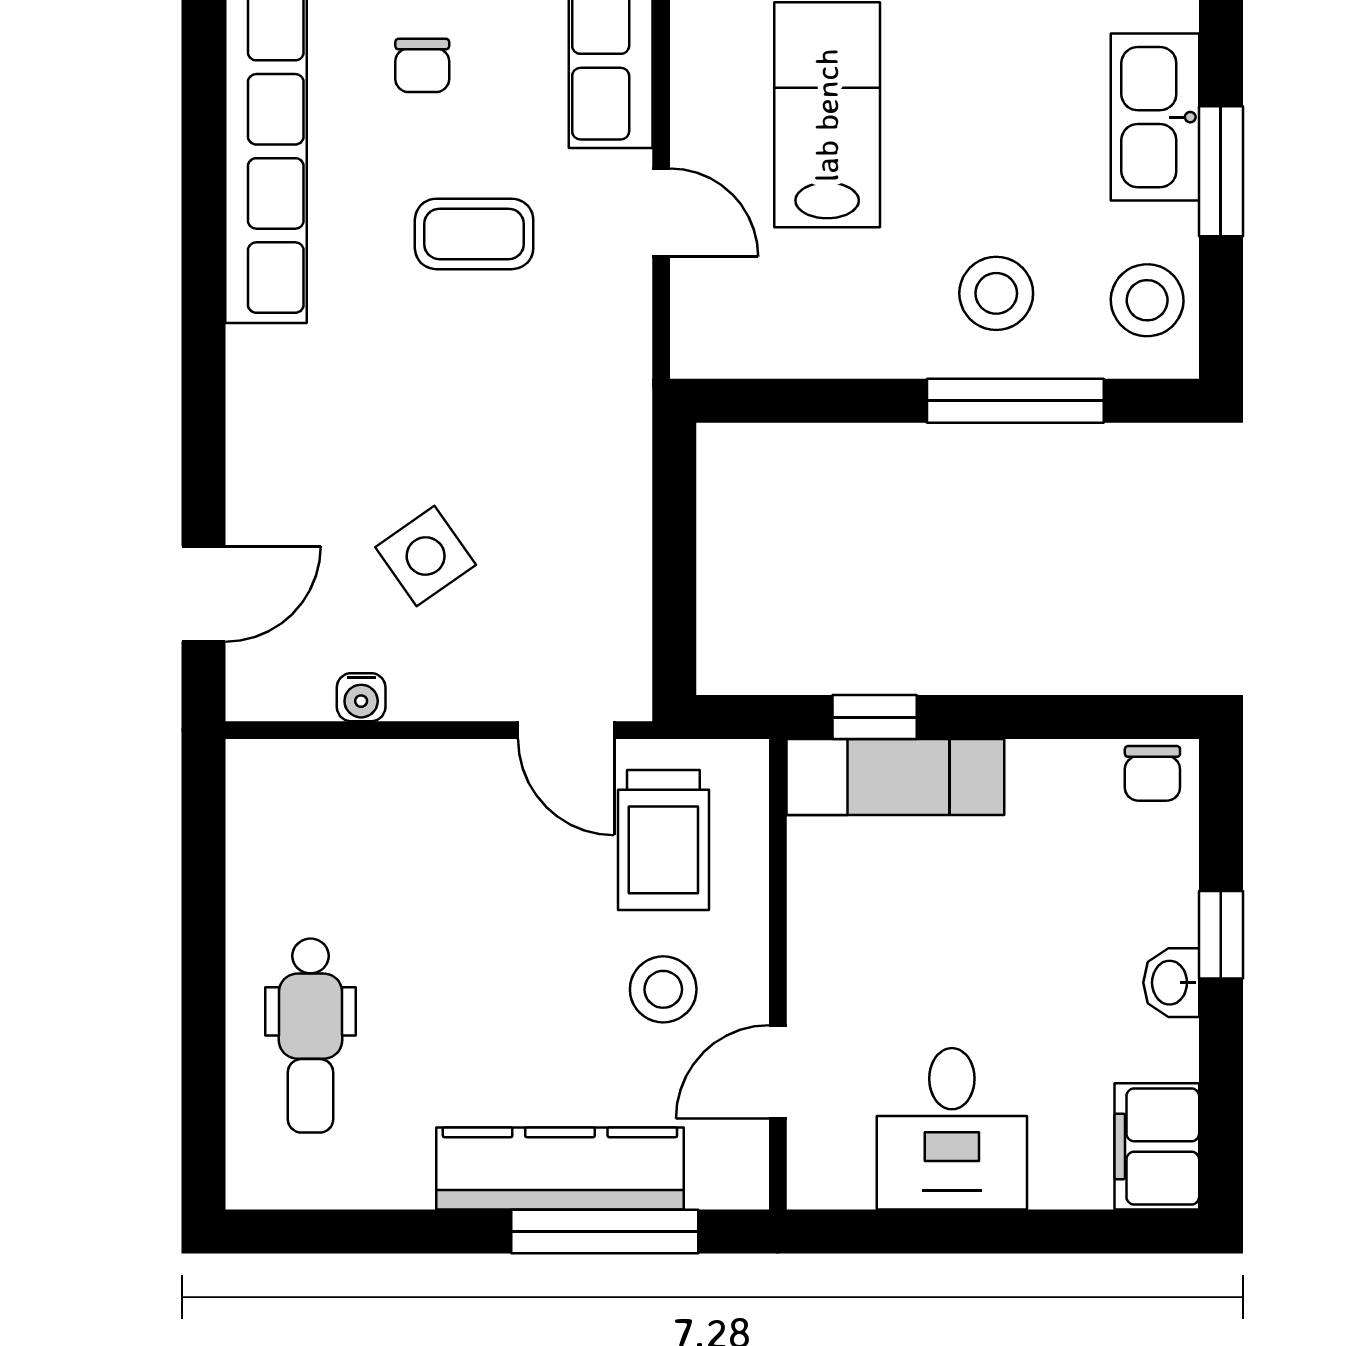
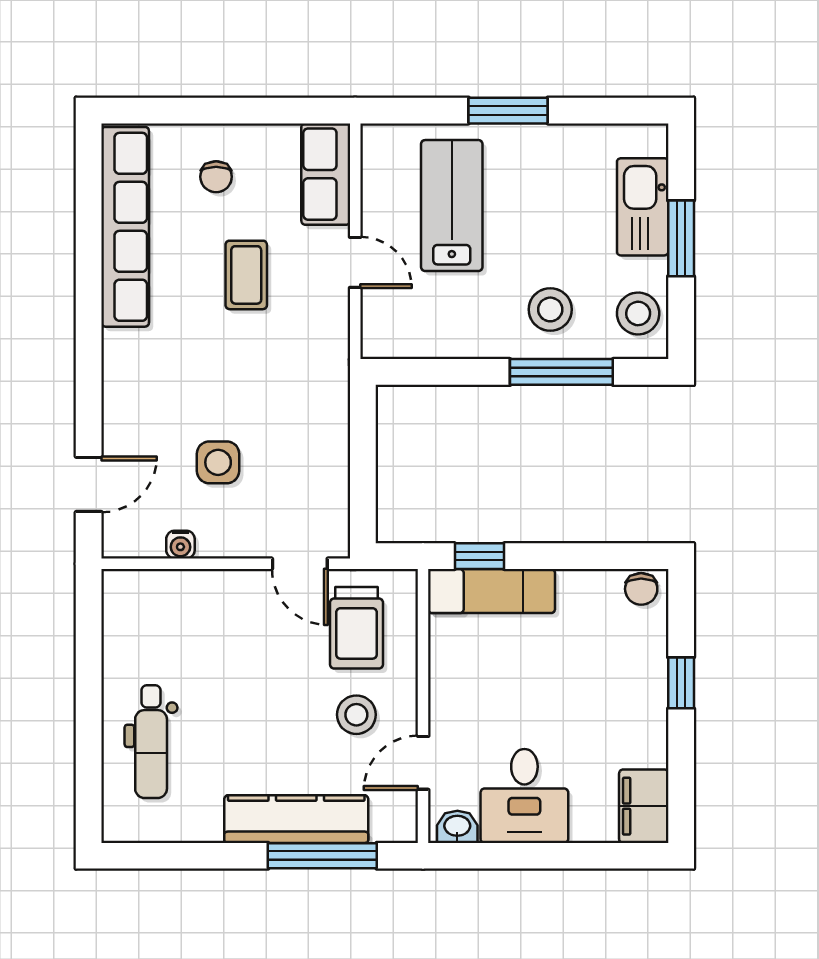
coffee table: (474, 234) -> (246, 275), turned 90
side table: (426, 556) -> (218, 462), turned 35
washbasin: (1171, 983) -> (457, 827), moved, turned 90

